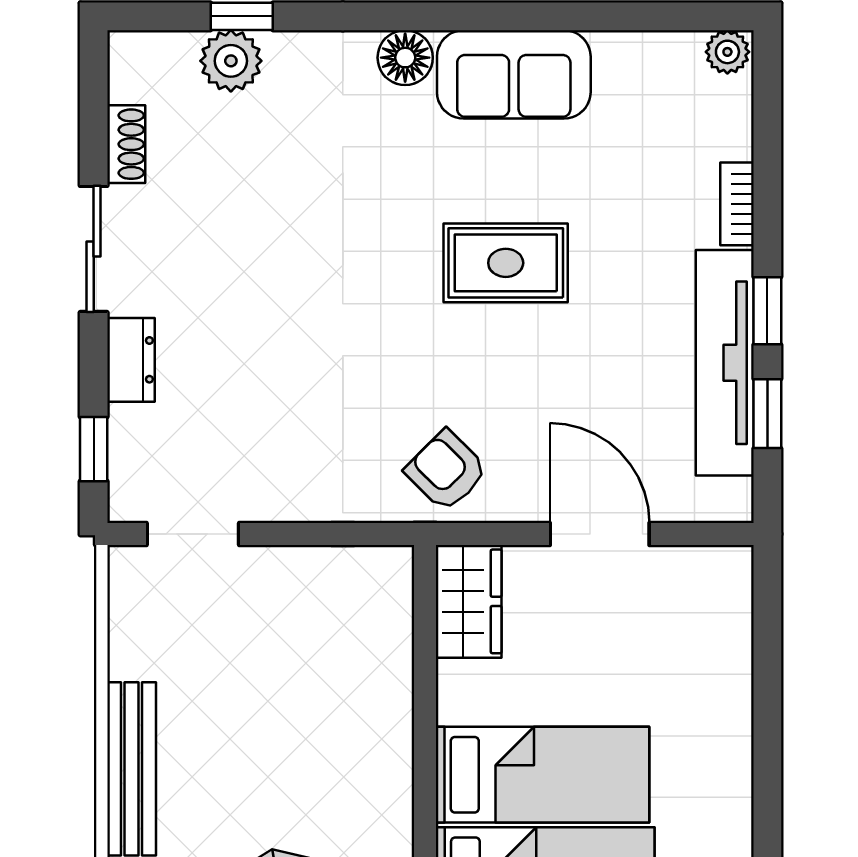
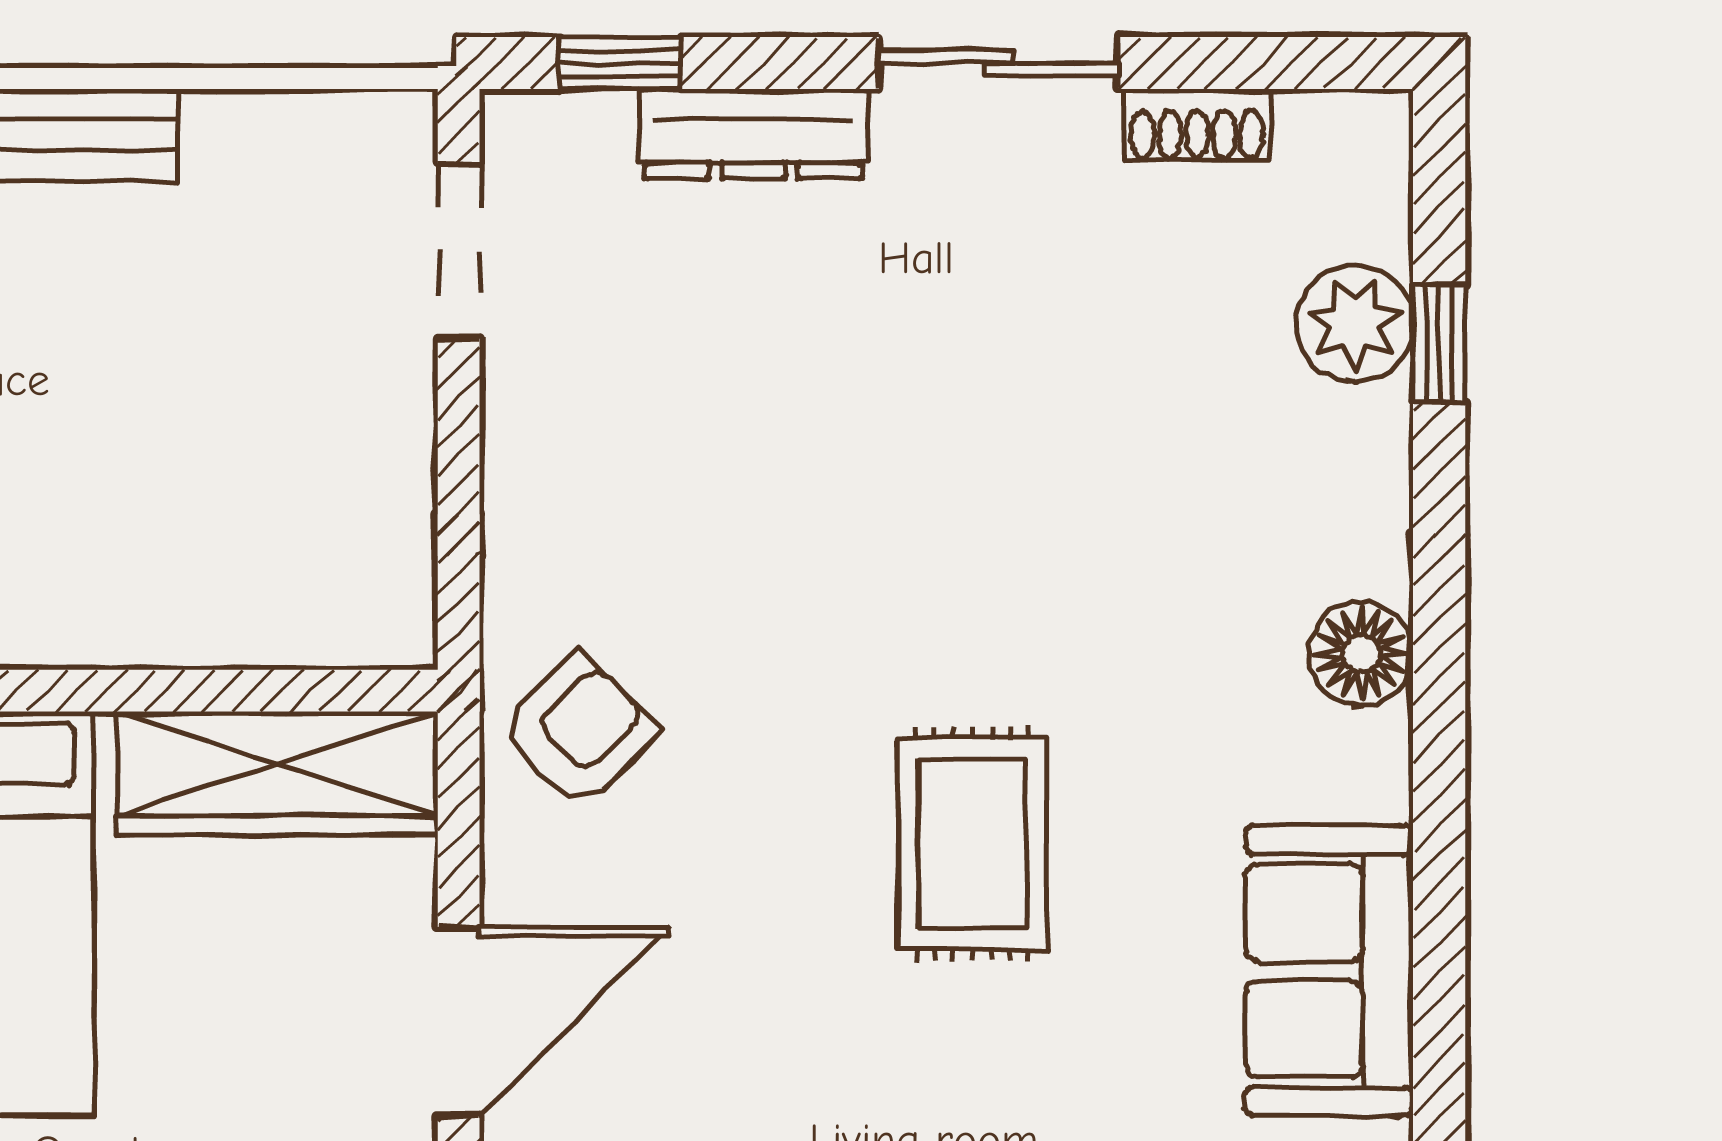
sofa: (514, 74) -> (1329, 971), moved
dresser: (131, 360) -> (754, 134), width x1.44
wardrobe: (469, 601) -> (278, 773), width x1.50

